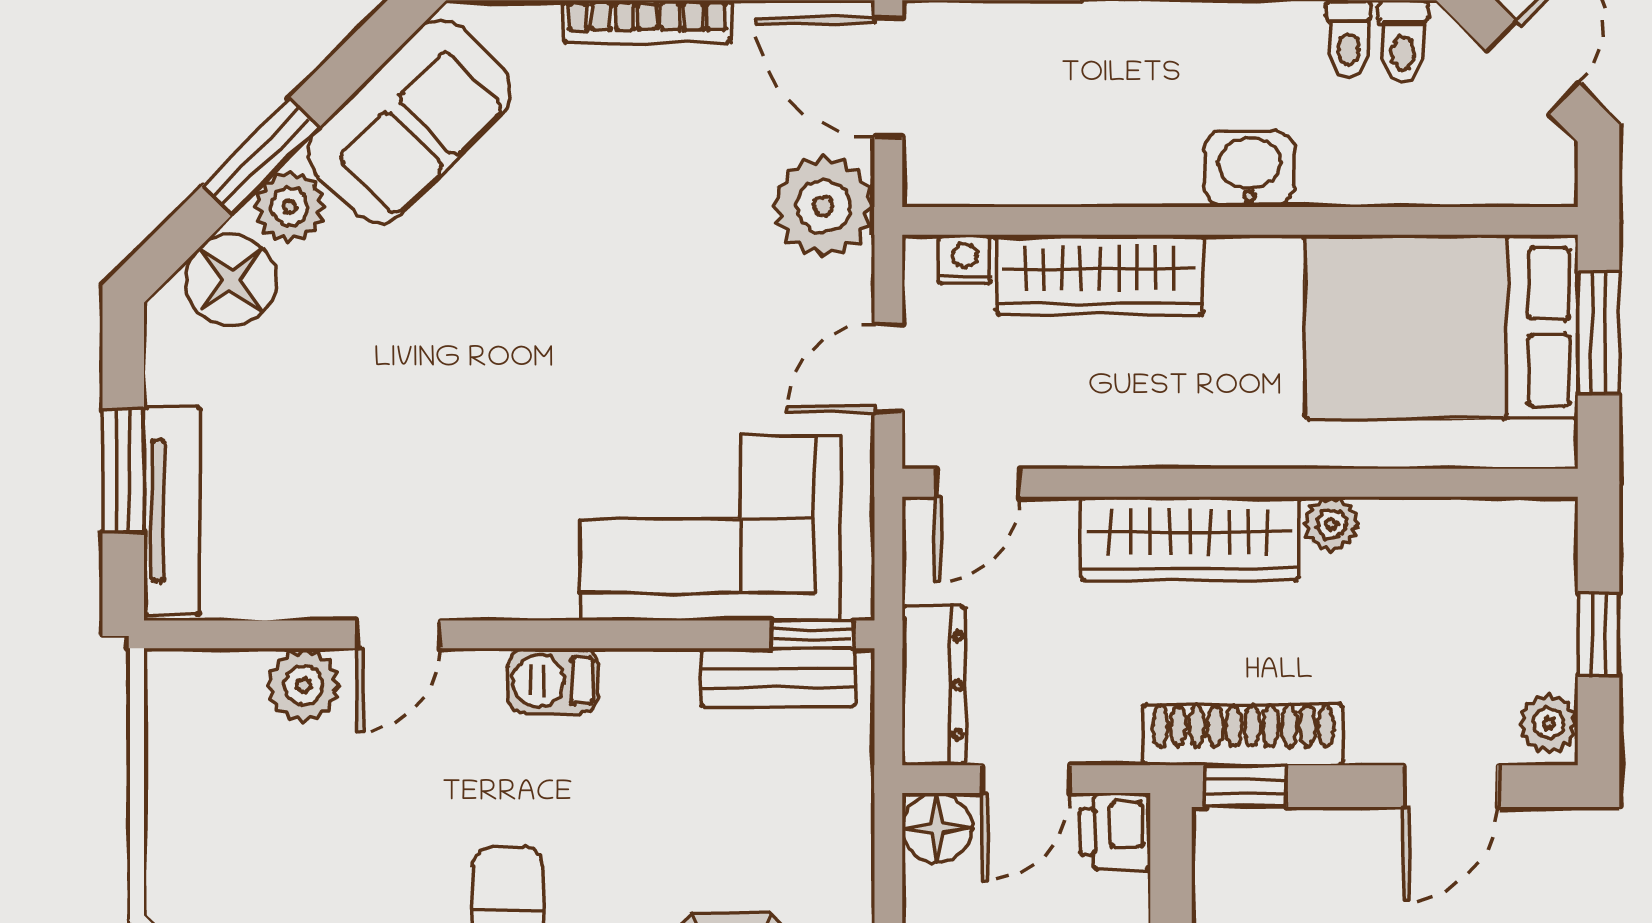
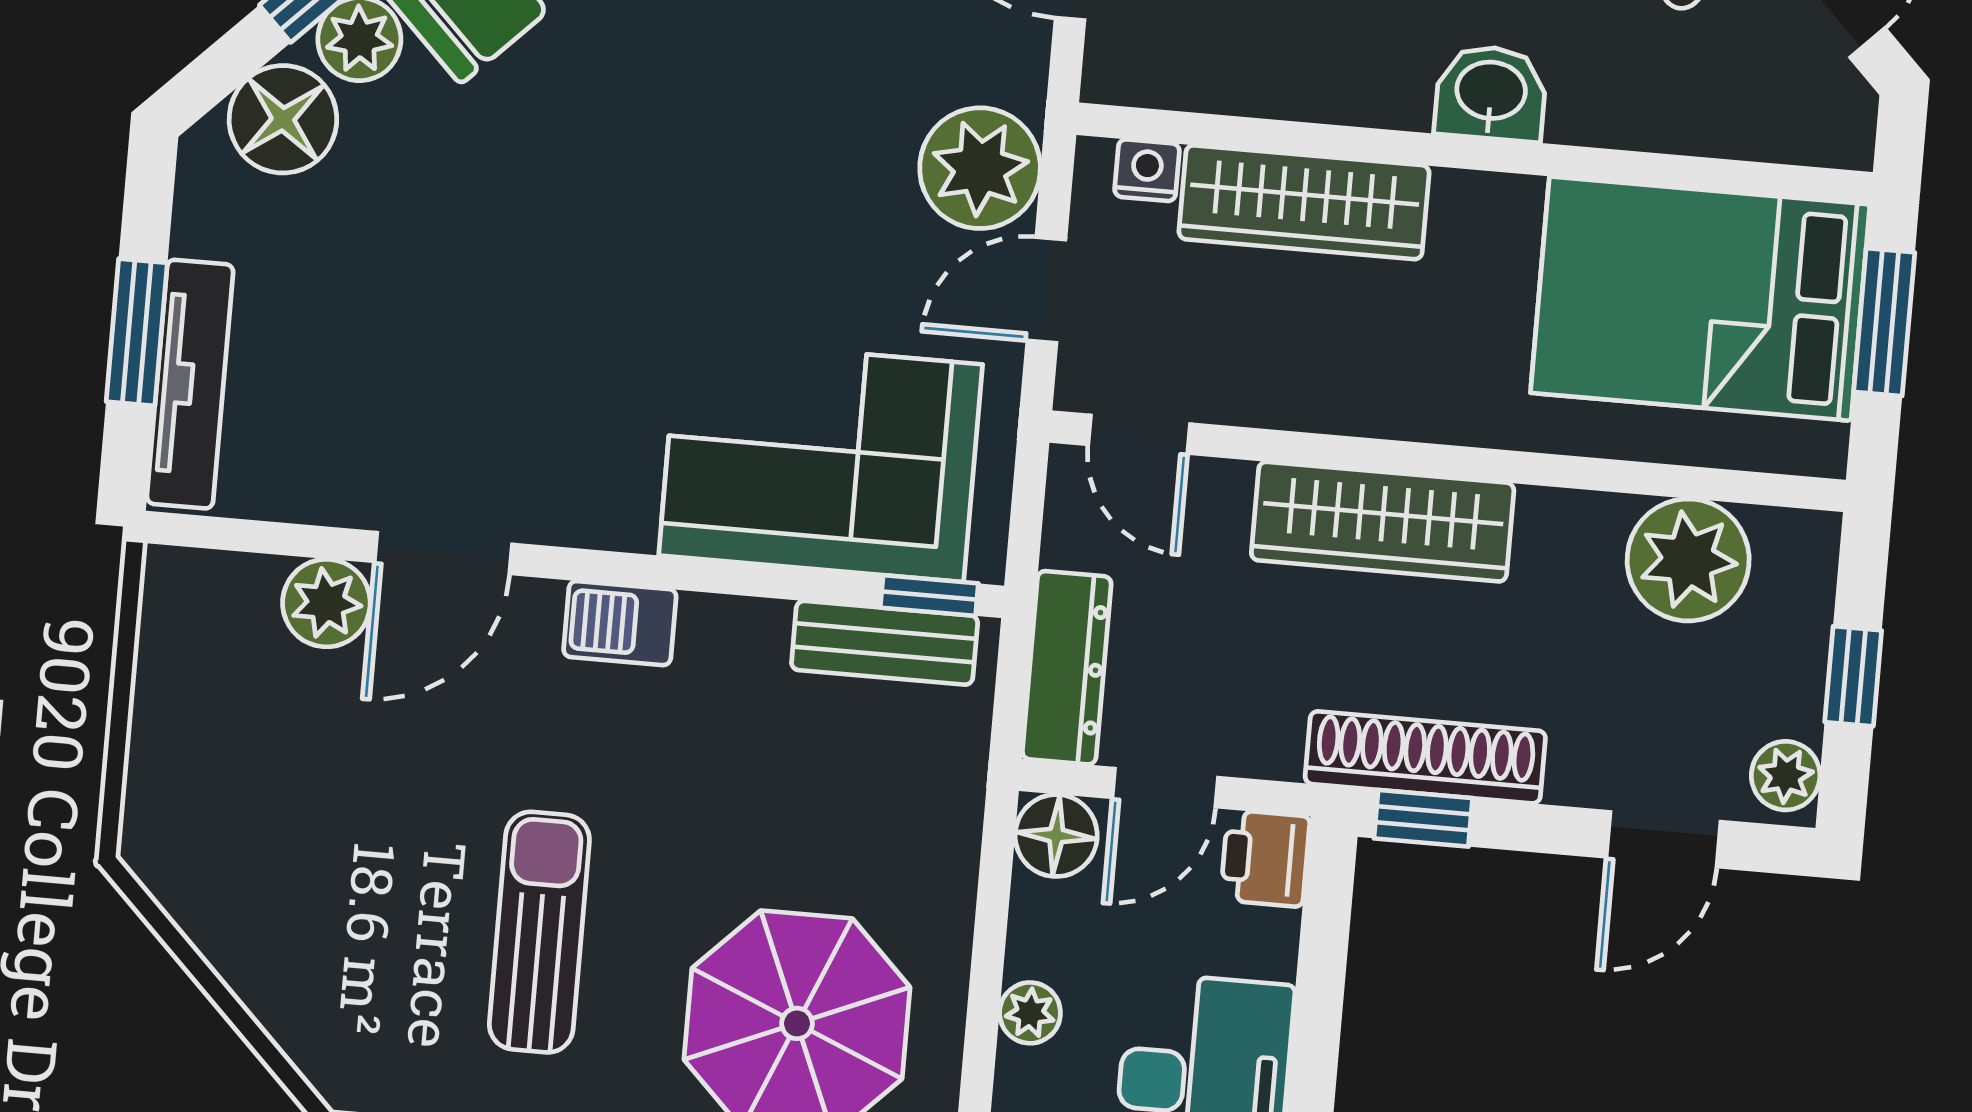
plant: (823, 206) -> (980, 168), moved
door: (977, 483) -> (1139, 434), hinge flipped
plant: (1331, 524) -> (1688, 560), moved, width x1.88, depth x1.88
door: (399, 634) -> (443, 553), width x1.38

